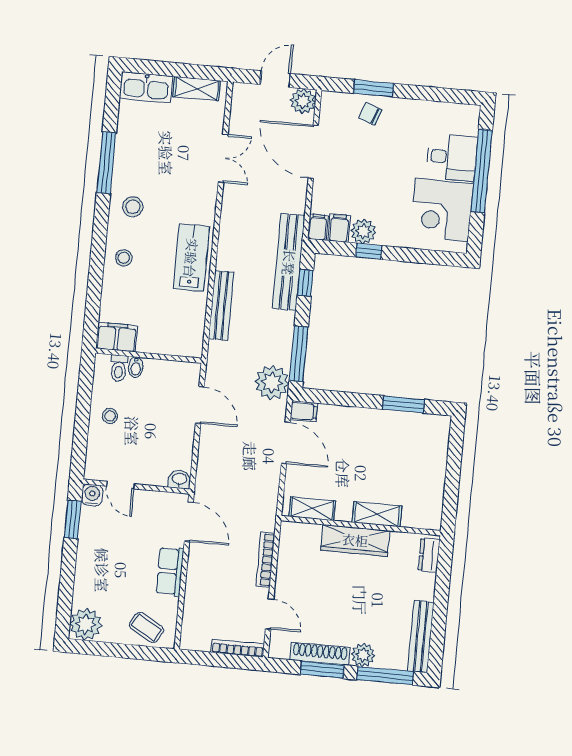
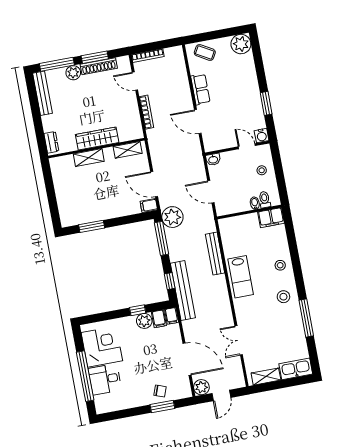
washbasin: (179, 479) -> (213, 159), moved
door: (120, 485) -> (247, 146), moved
wall: (136, 487) -> (237, 148), moved
water cooler: (92, 495) -> (262, 136), moved

